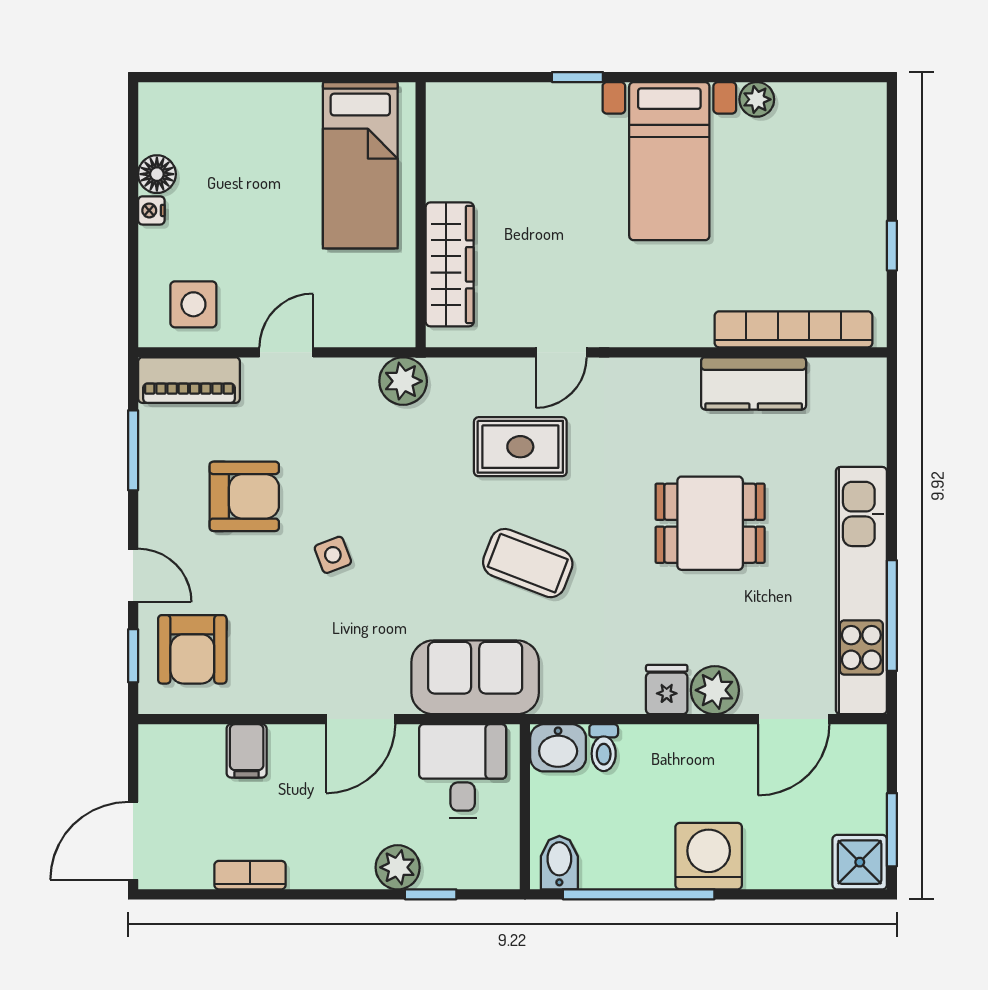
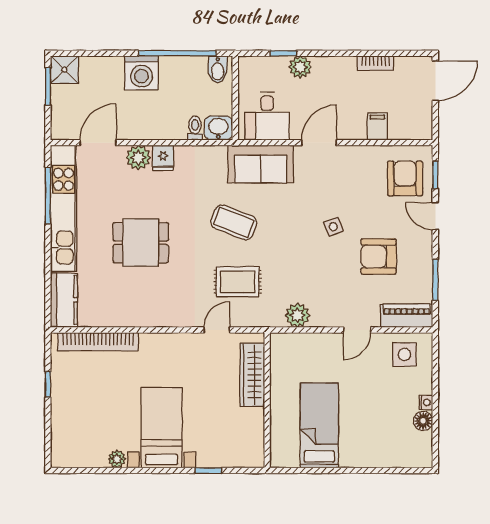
wall: (421, 215) -> (267, 400), moved
wardrobe: (450, 264) -> (252, 375), moved
kitchen counter: (754, 383) -> (64, 300), moved, turned 90

